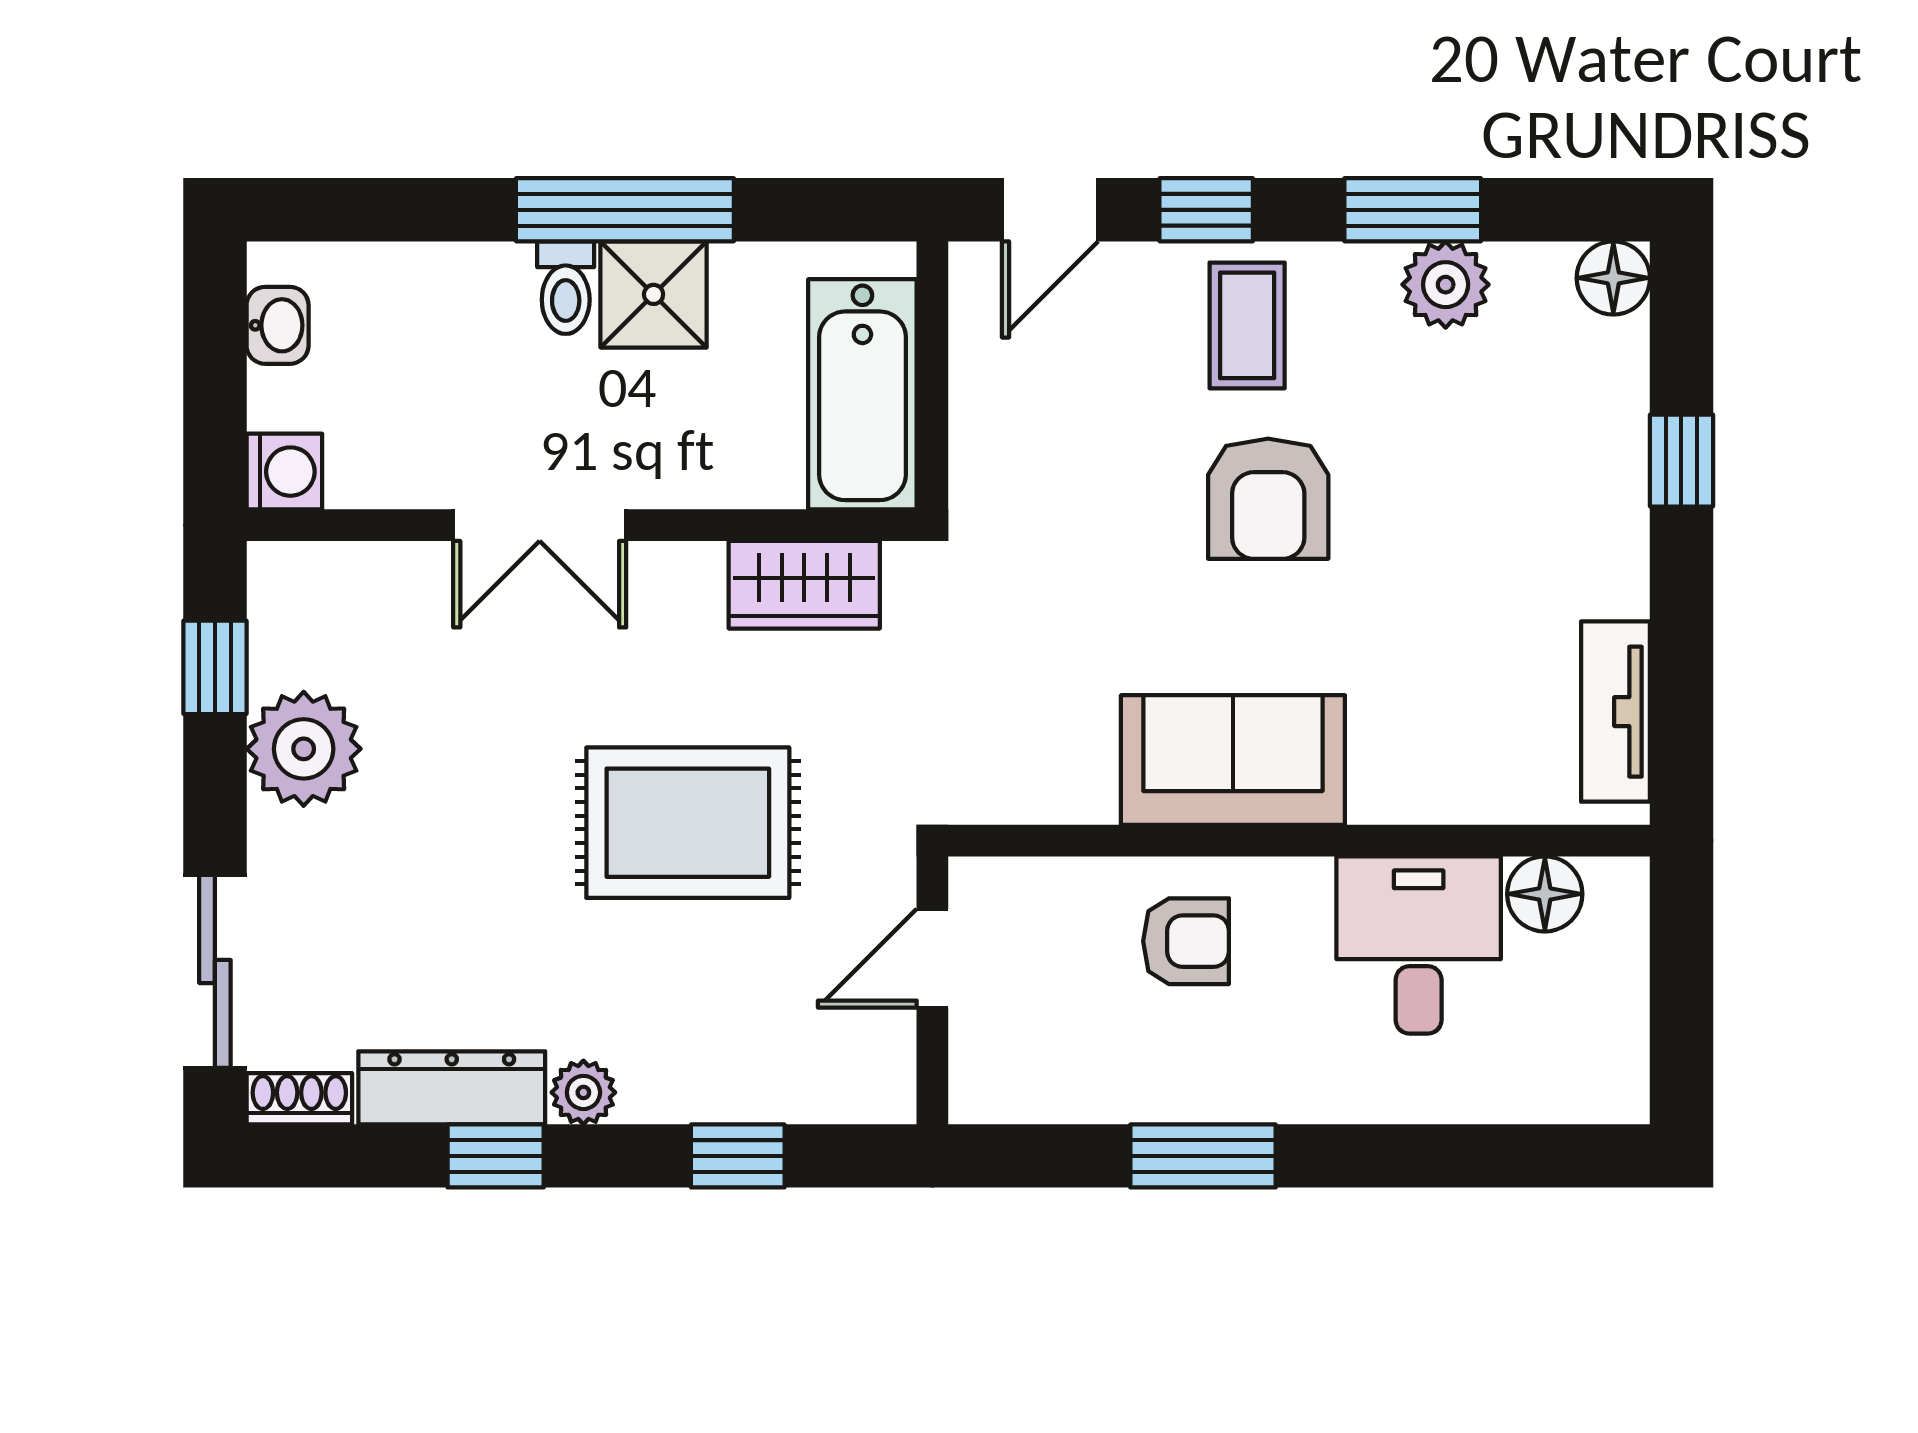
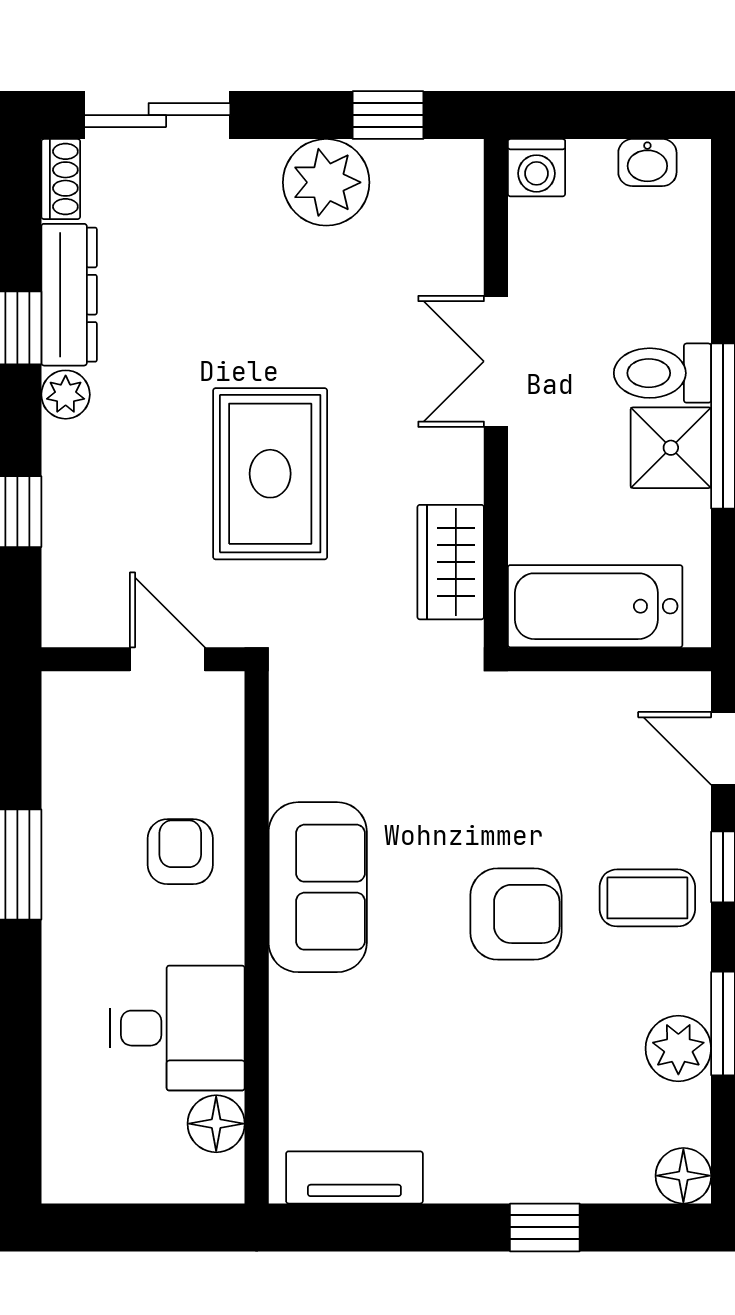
toilet: (566, 288) -> (662, 373), width x1.37, depth x1.39
armchair: (1268, 499) -> (516, 914), turned 180
armchair: (1186, 941) -> (180, 852), turned 180

